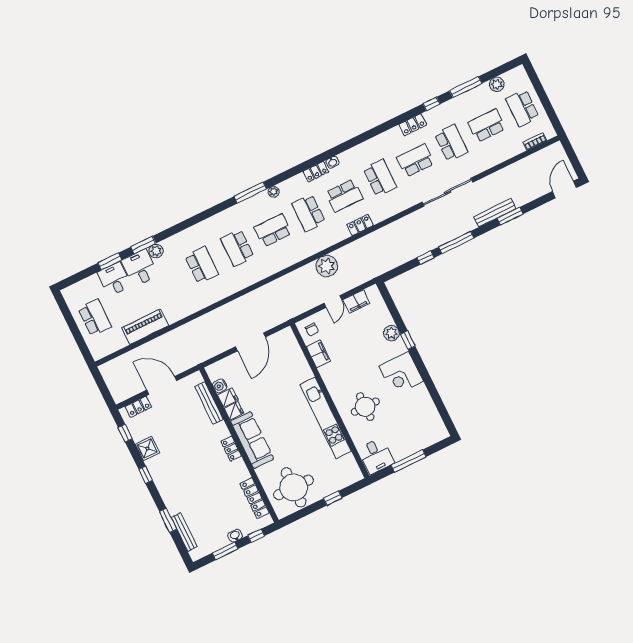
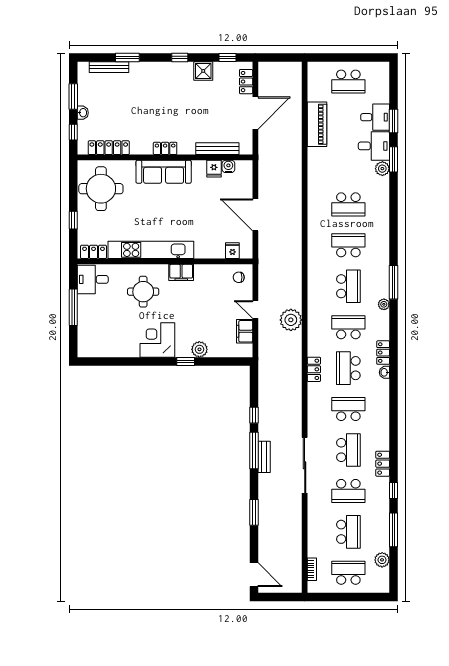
school desk: (380, 178) -> (348, 409), turned 180
bench: (495, 213) -> (264, 457), moved, width x0.73
filing cabinet: (318, 354) -> (181, 272), moved
fridge: (234, 411) -> (232, 251), moved, turned 180
locker: (352, 467) -> (94, 252), added

